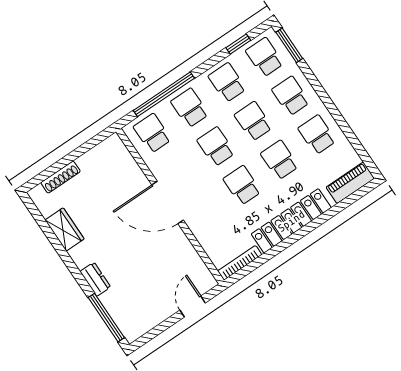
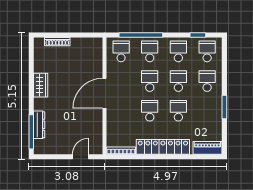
window: (289, 45) -> (224, 107), moved
school desk: (317, 135) -> (207, 111), removed
door: (168, 203) -> (104, 93), hinge flipped
wardrobe: (65, 229) -> (41, 85), moved
dresser: (95, 279) -> (39, 125), moved, width x1.44

